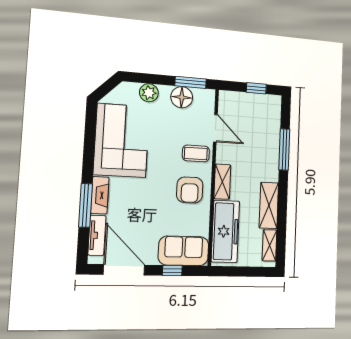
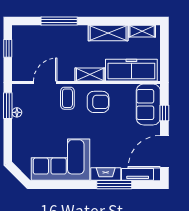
plant: (149, 93) -> (20, 140), removed
floor lamp: (182, 97) -> (17, 112), width x0.53, depth x0.53

